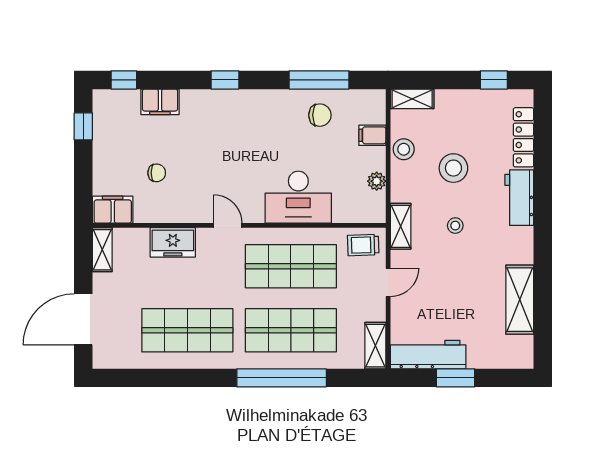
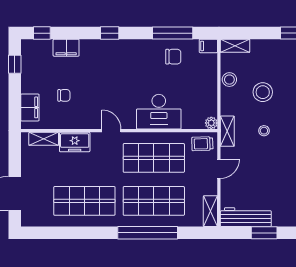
filing cabinet: (372, 135) -> (208, 46), moved
plant: (377, 181) -> (211, 123), moved
filing cabinet: (113, 210) -> (30, 107), moved, turned 90
shelving: (102, 250) -> (44, 139), moved, turned 90

